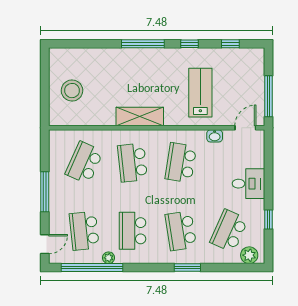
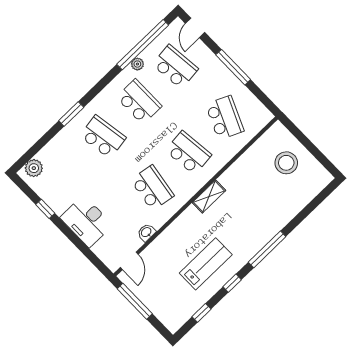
lab bench: (200, 93) -> (206, 264), moved, turned -90
shelving: (140, 117) -> (209, 197), width x0.67, depth x0.75
desk: (248, 184) -> (86, 221), width x1.37
school desk: (229, 231) -> (67, 172), removed

